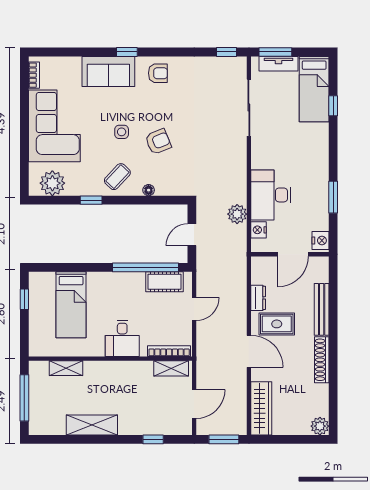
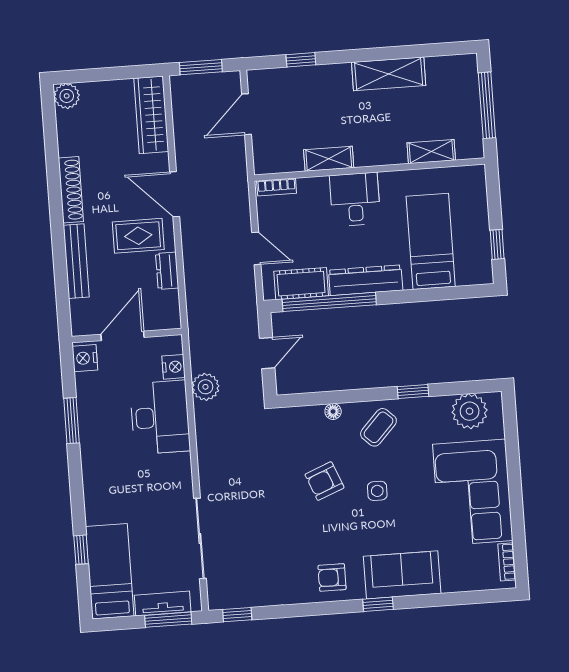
dresser: (119, 281) -> (366, 280), added
door: (194, 309) -> (256, 248), swing flipped
bookcase: (169, 351) -> (277, 187), width x0.64
shelving: (171, 368) -> (329, 159), moved

